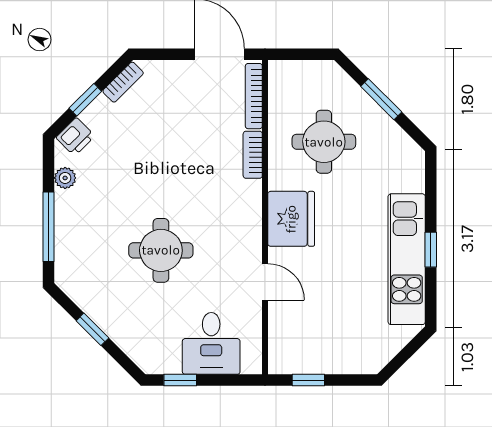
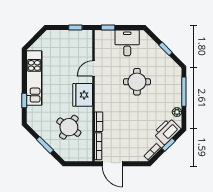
printer: (75, 137) -> (167, 131), width x1.87, depth x1.48
round table: (324, 142) -> (69, 127), turned 34
window: (431, 250) -> (24, 101), moved
door: (265, 282) -> (93, 69), hinge flipped
desk: (211, 343) -> (127, 43), moved
window: (180, 380) -> (108, 28), moved

